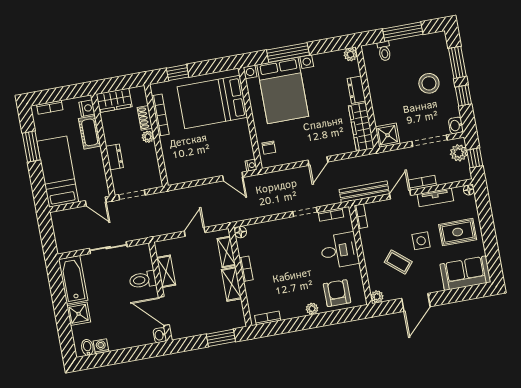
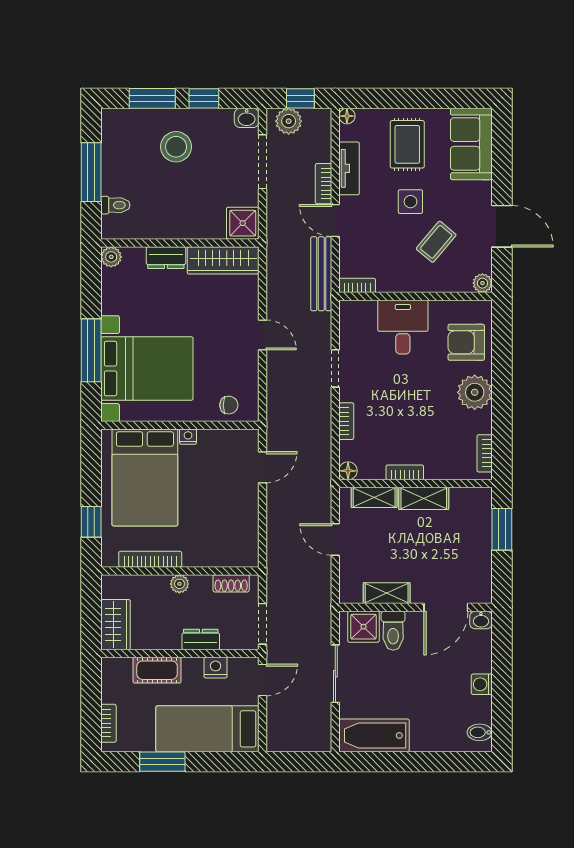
nightstand: (87, 108) -> (216, 668), moved
shoe rack: (145, 118) -> (231, 583), moved
nightstand: (251, 165) -> (188, 437), moved
bookcase: (331, 214) -> (346, 421), moved
plant: (312, 309) -> (475, 392), width x1.88, depth x1.88
shower: (79, 314) -> (364, 627), moved
washing machine: (101, 346) -> (482, 684), moved

